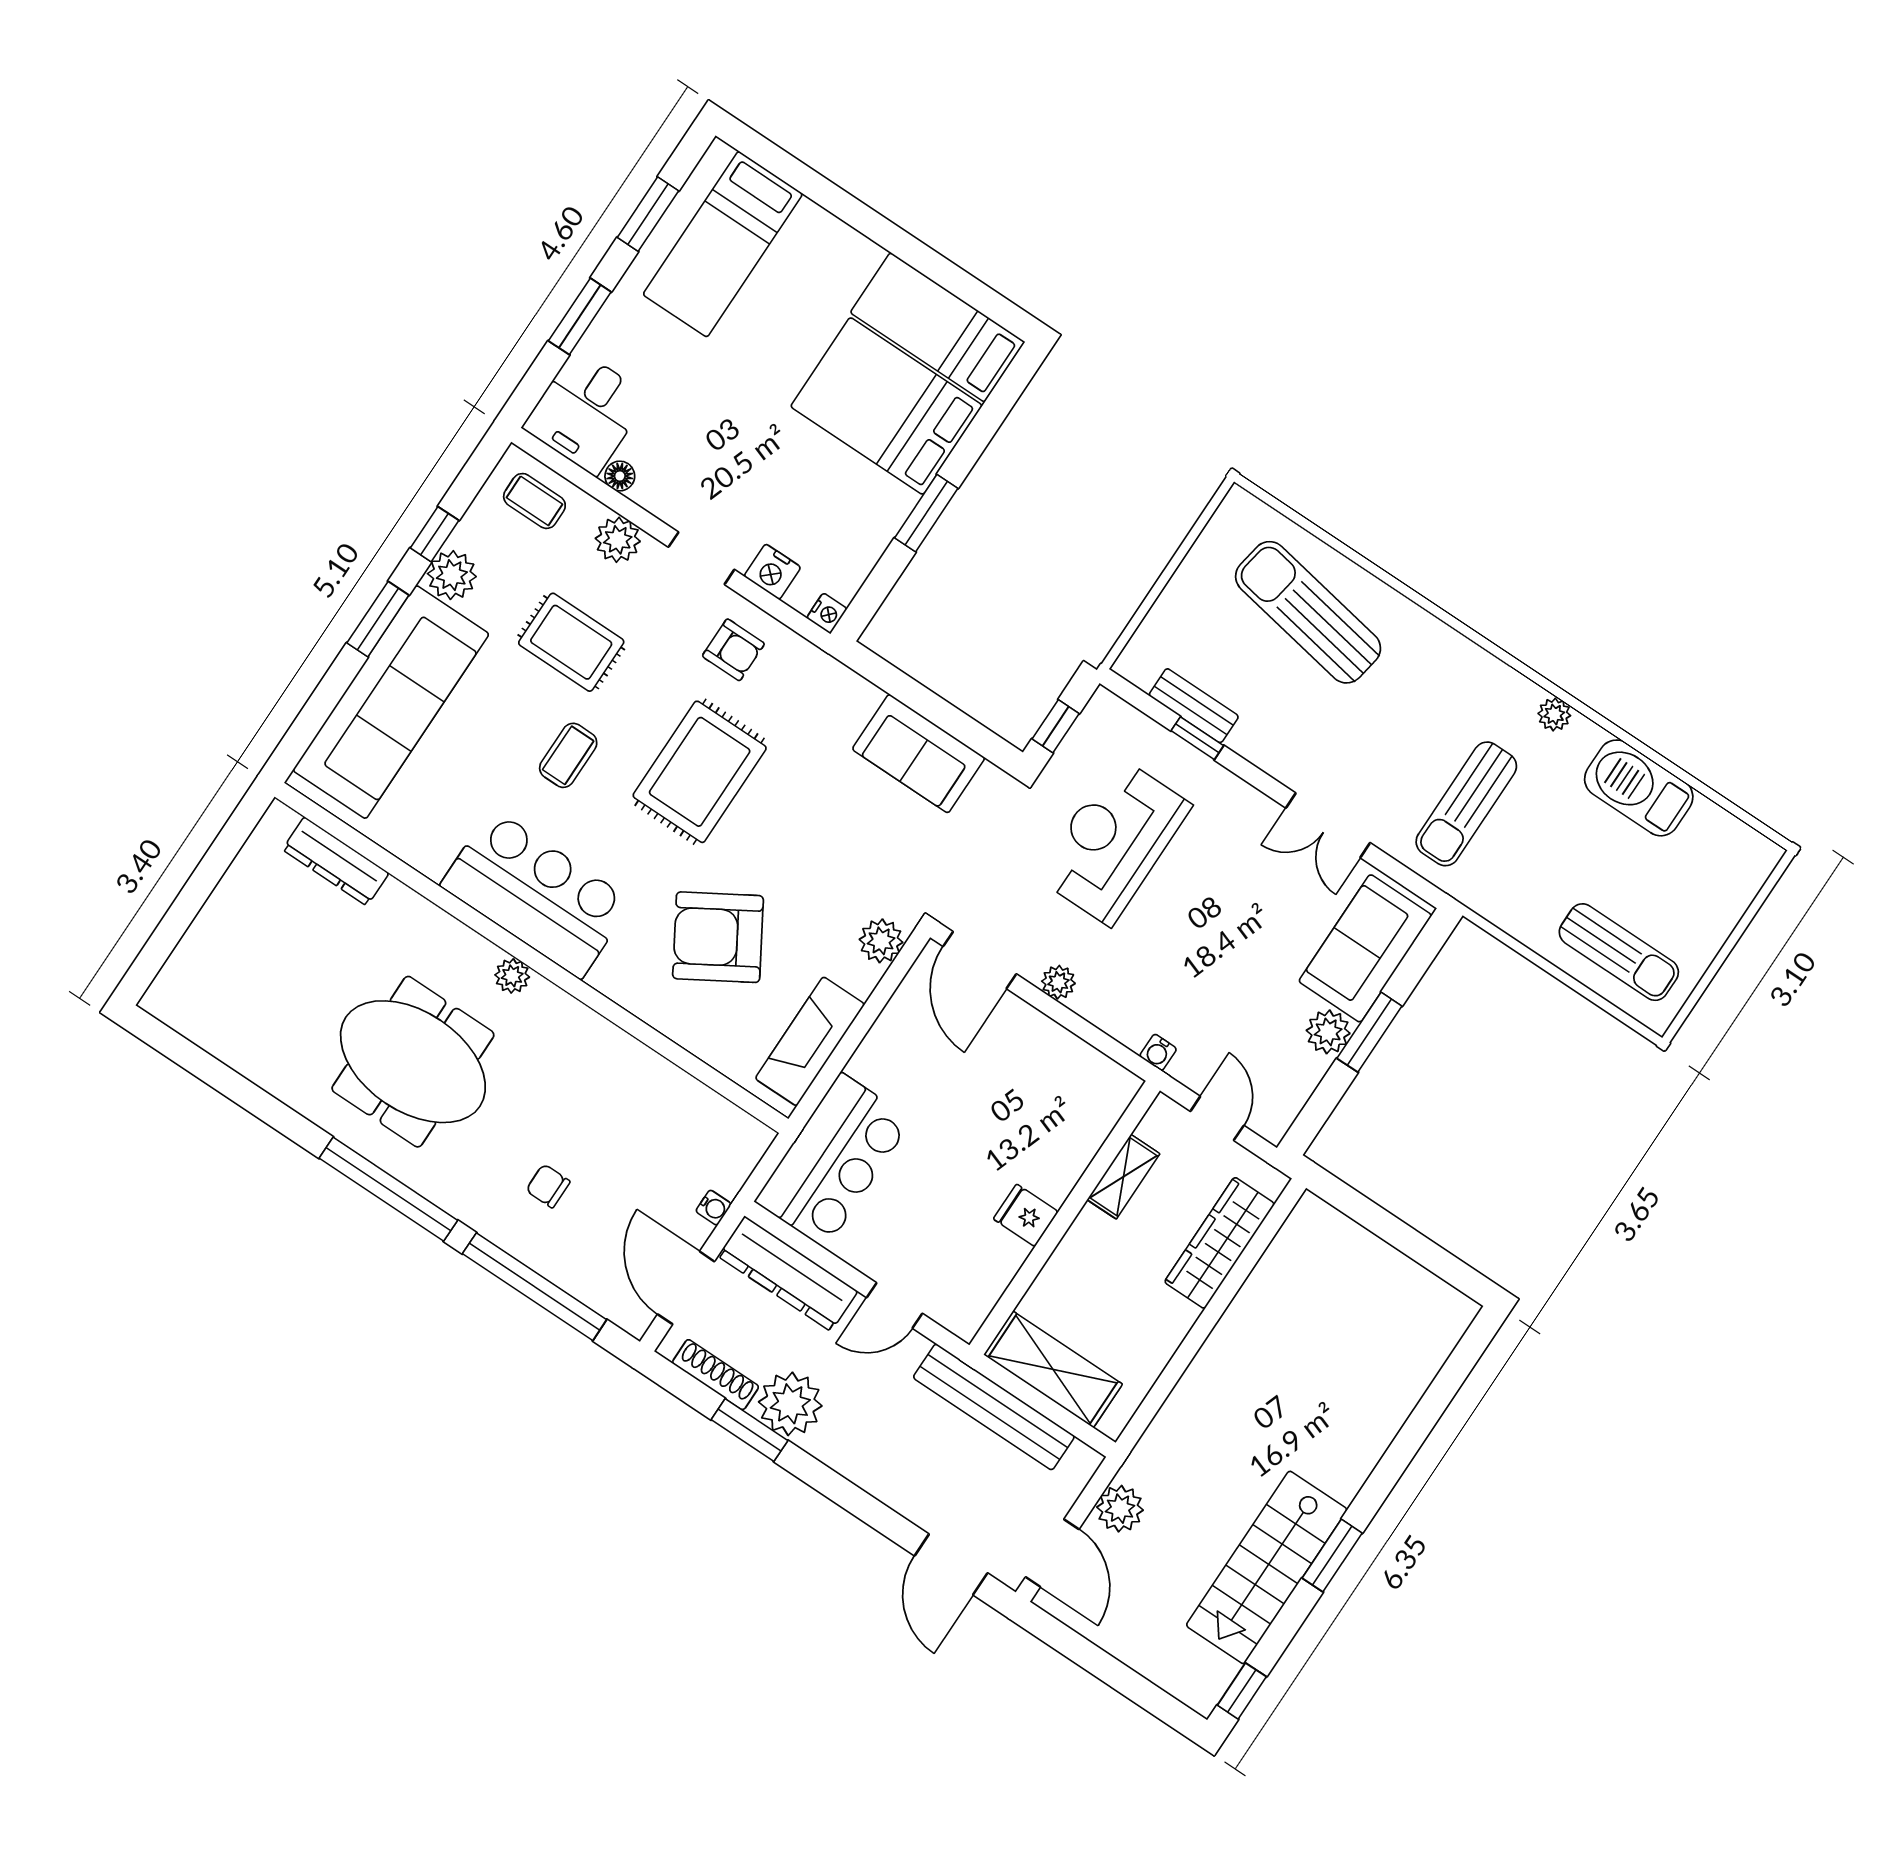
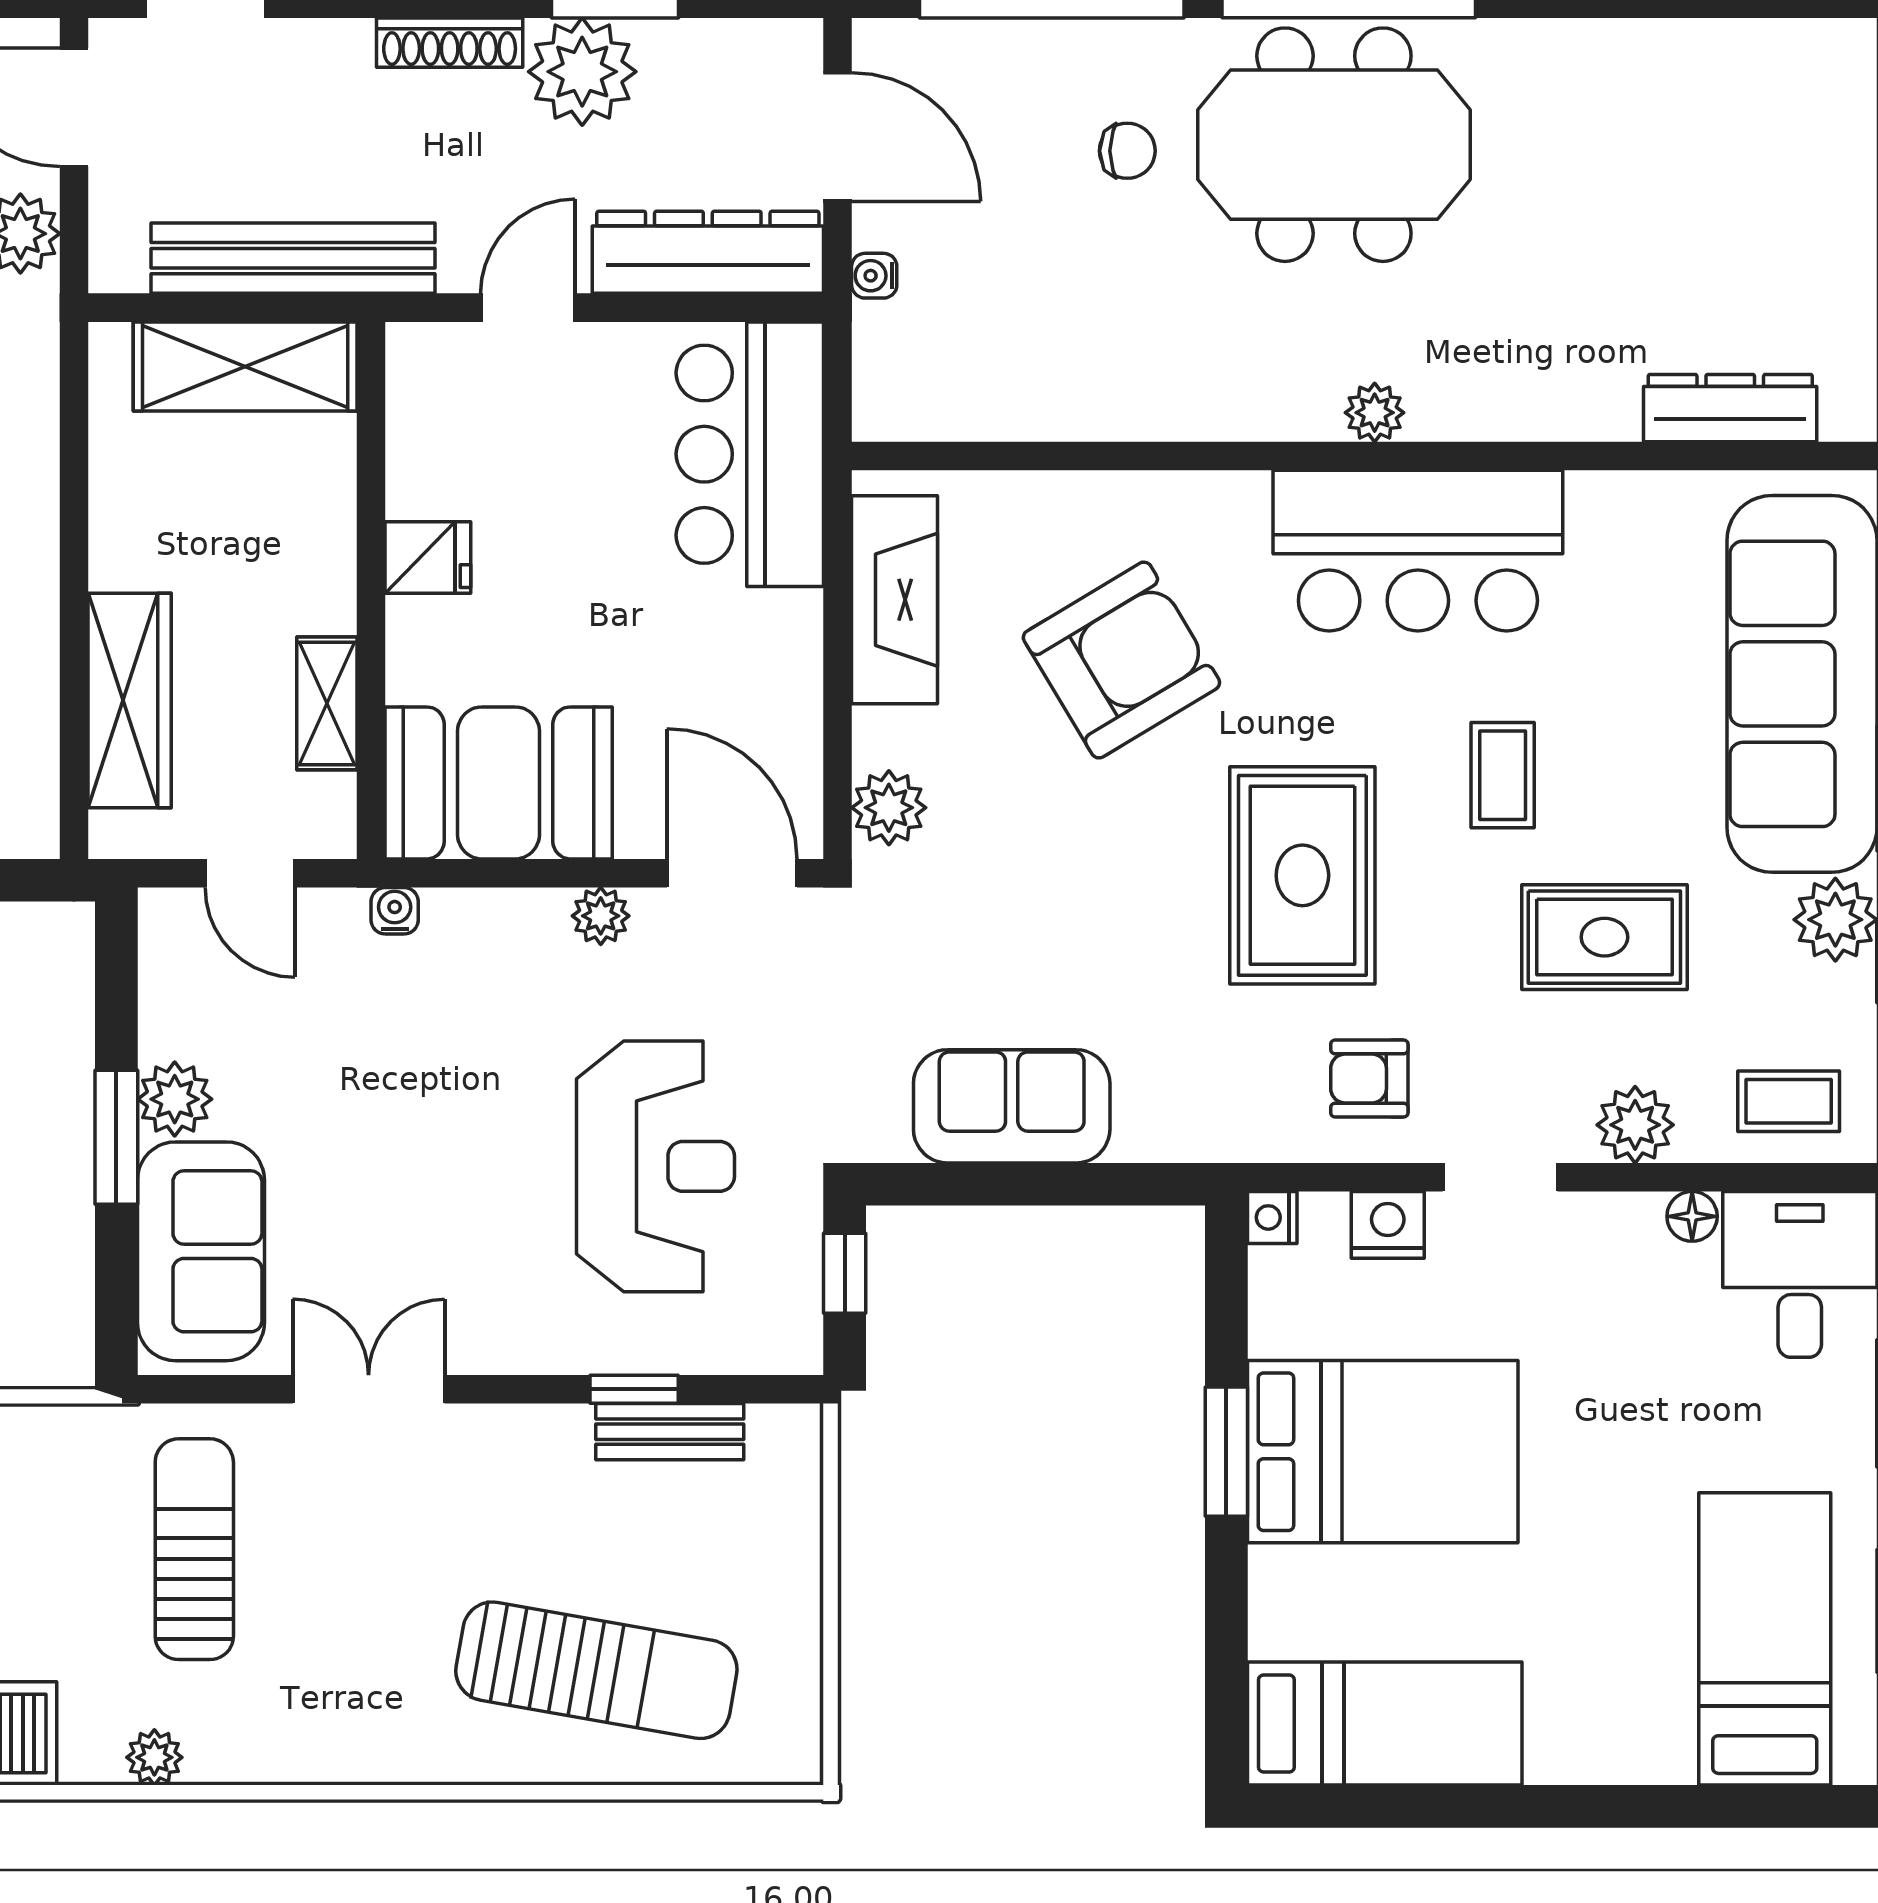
bed: (886, 406) -> (1383, 1452), moved
meeting table: (413, 1062) -> (1334, 145), moved
booth: (1065, 1081) -> (499, 783), added
shoe rack: (715, 1375) -> (450, 43), moved

